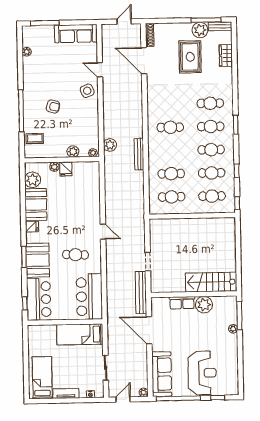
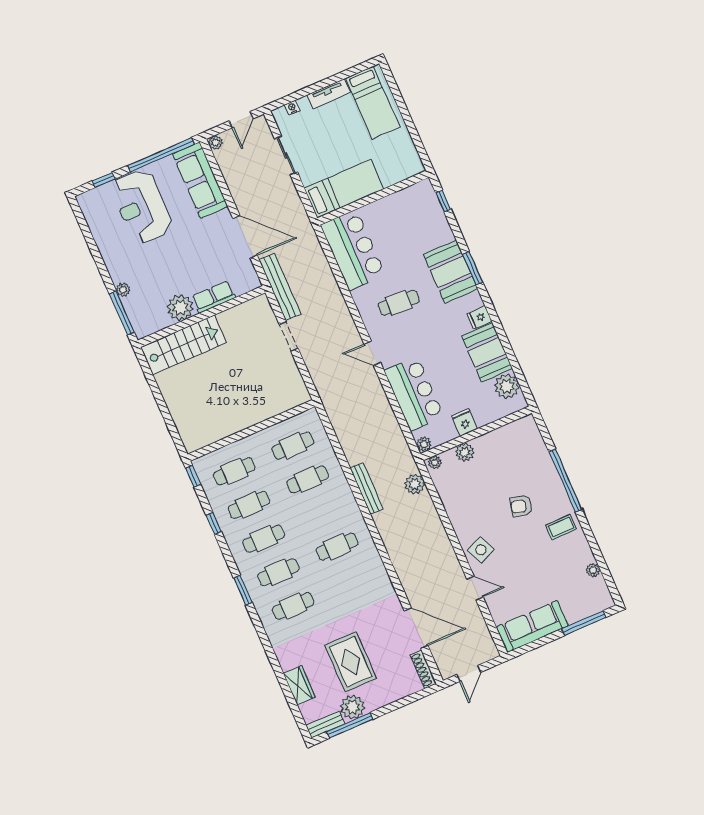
coffee table: (35, 138) -> (561, 527), moved
plant: (54, 167) -> (424, 444), moved
bar counter: (39, 299) -> (414, 394), moved, turned 180

